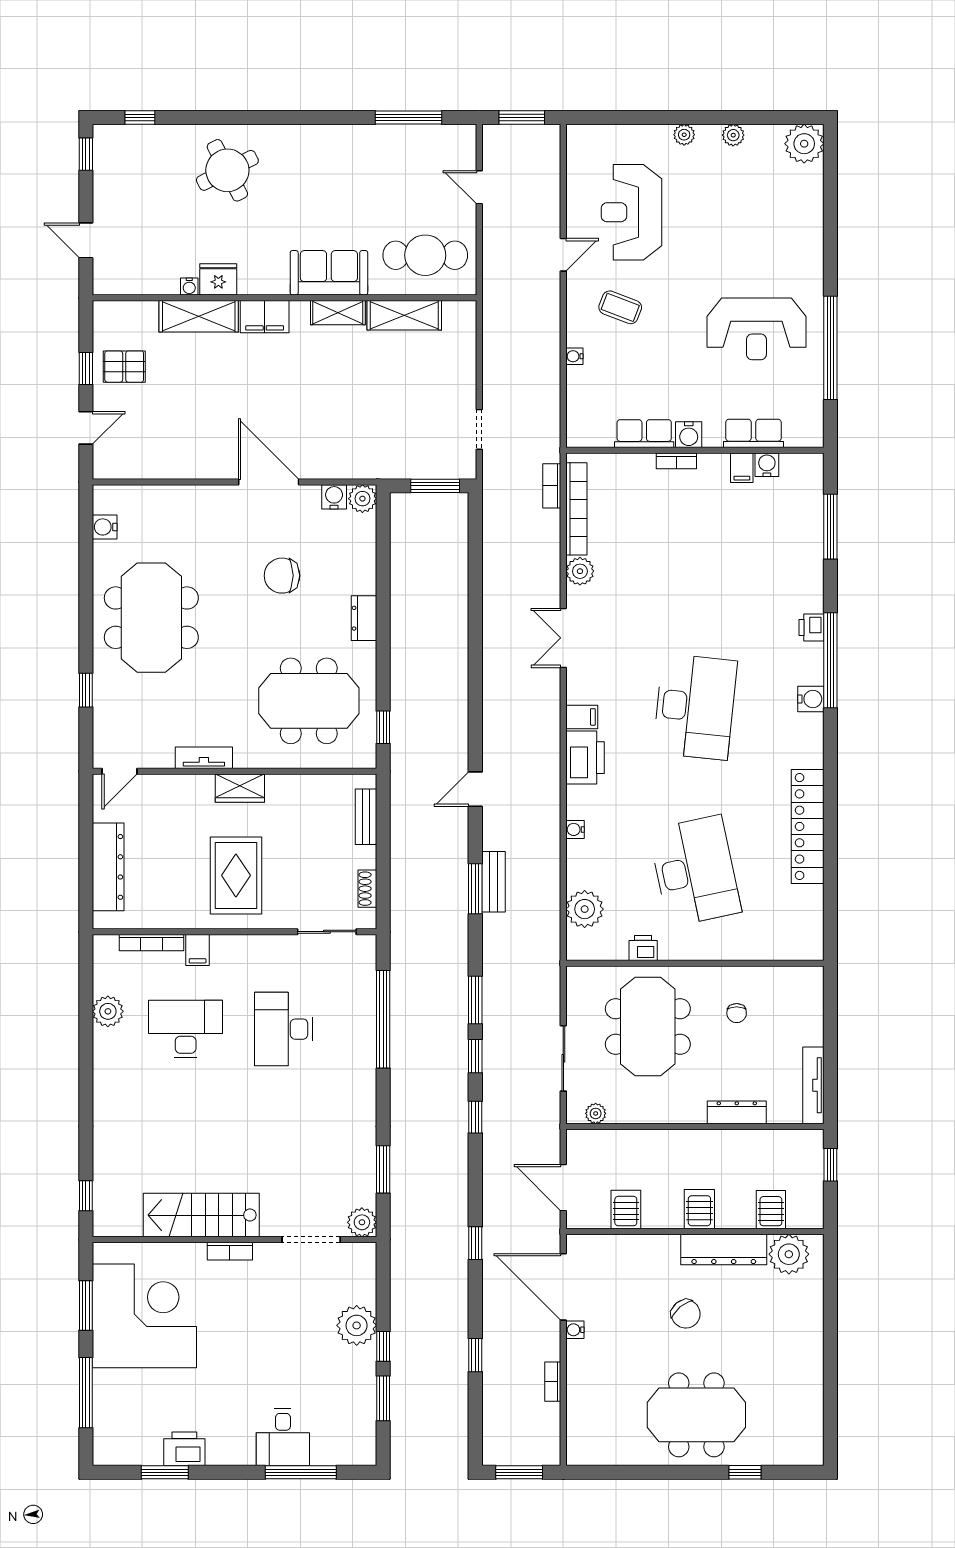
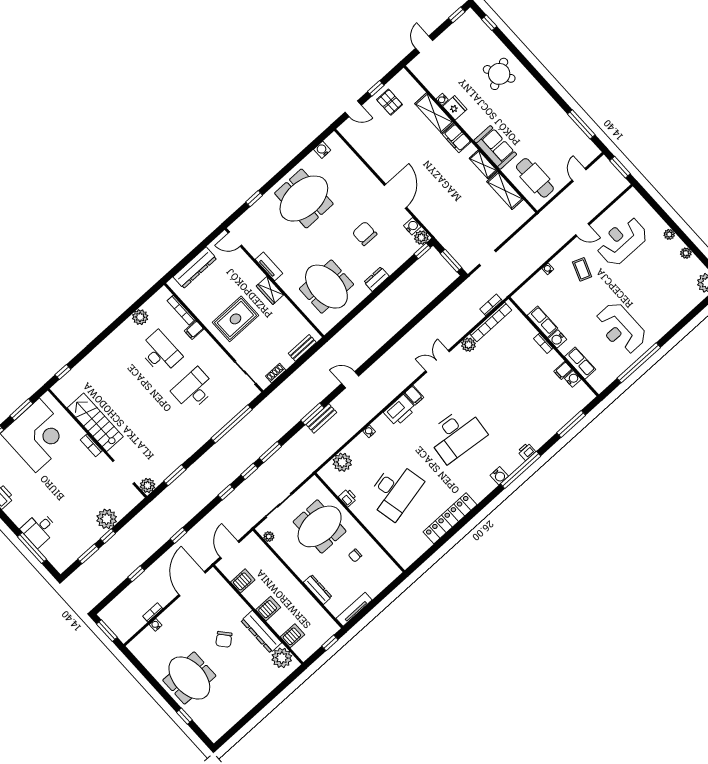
window: (383, 727) -> (422, 251), moved
water cooler: (575, 1330) -> (156, 625), moved

